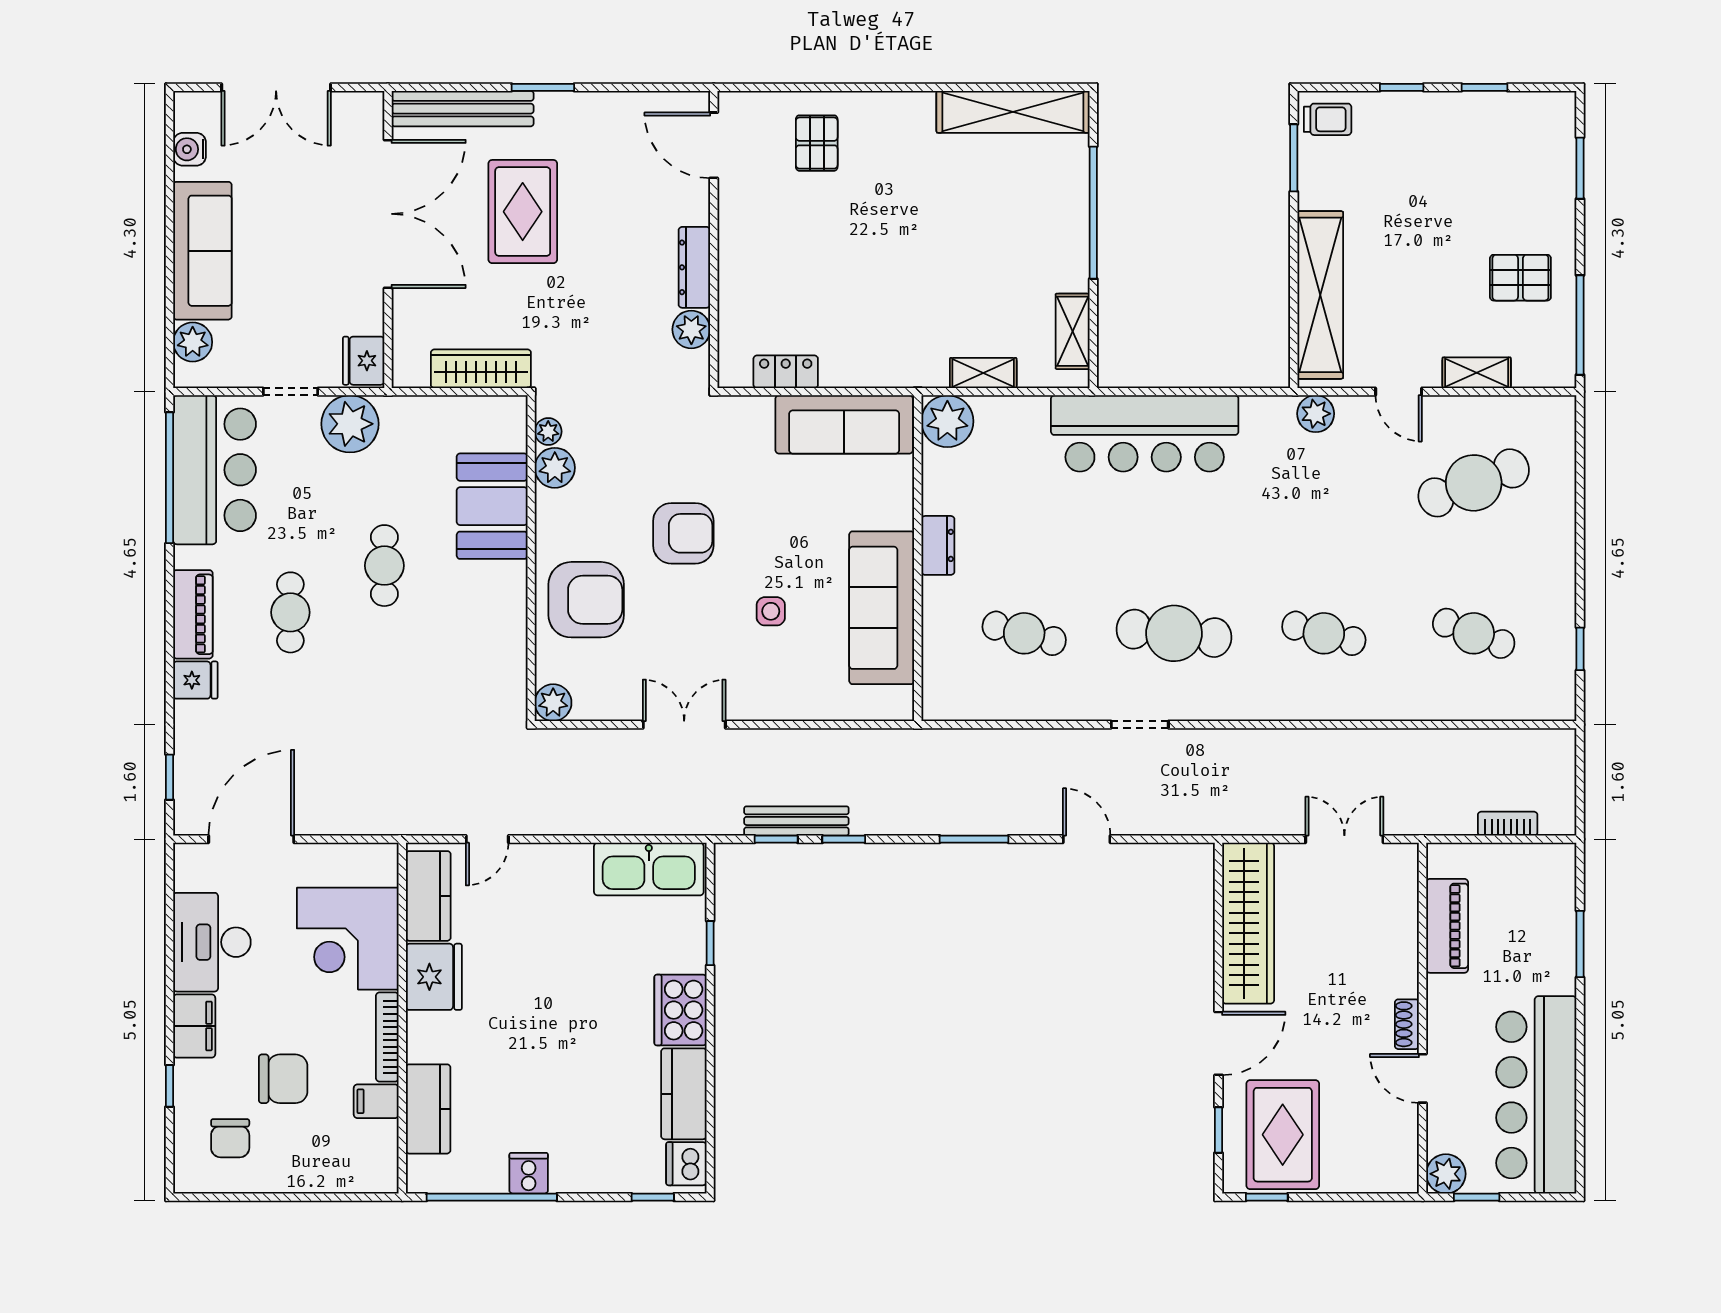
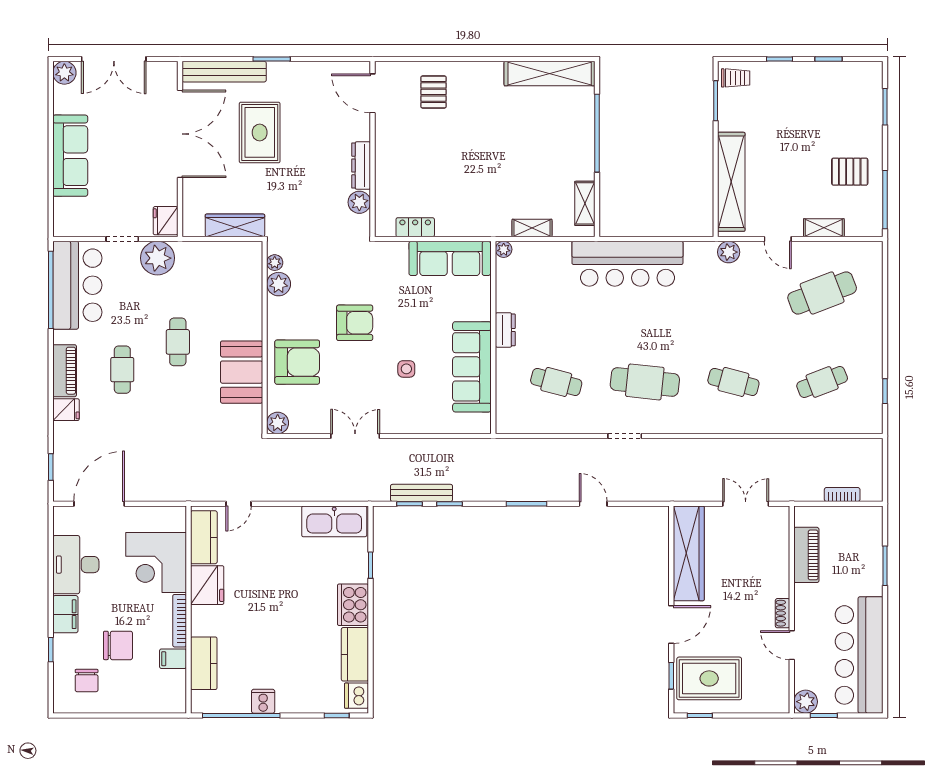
water cooler: (190, 149) -> (63, 96), removed
plant: (193, 342) -> (64, 73), moved
plant: (947, 421) -> (504, 249), width x0.53, depth x0.53
booth: (492, 506) -> (242, 372), moved
cafe table: (1474, 633) -> (822, 382), turned -42
rug: (1283, 1135) -> (709, 678), turned 90

